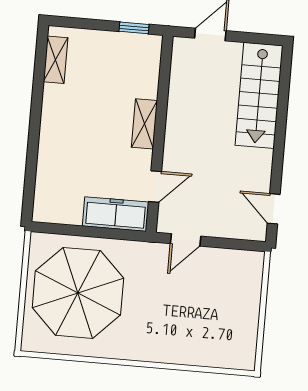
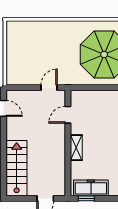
freezer: (116, 214) -> (91, 188), moved, turned 180

